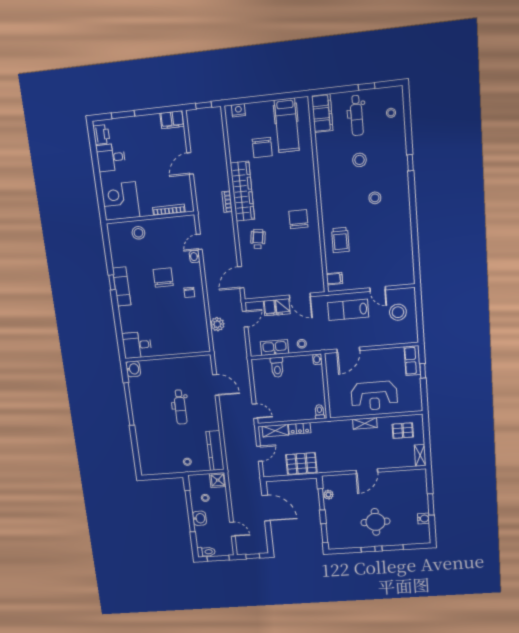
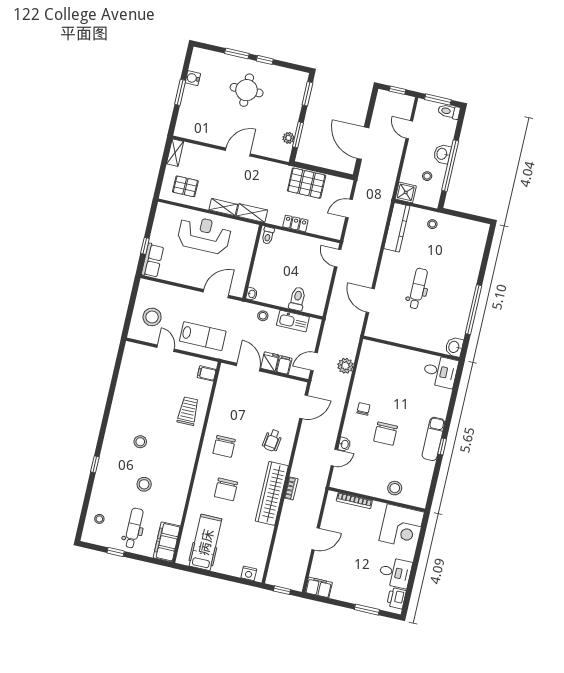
chair: (262, 148) -> (226, 489), moved, turned 180
shelving: (275, 431) -> (252, 213), moved

